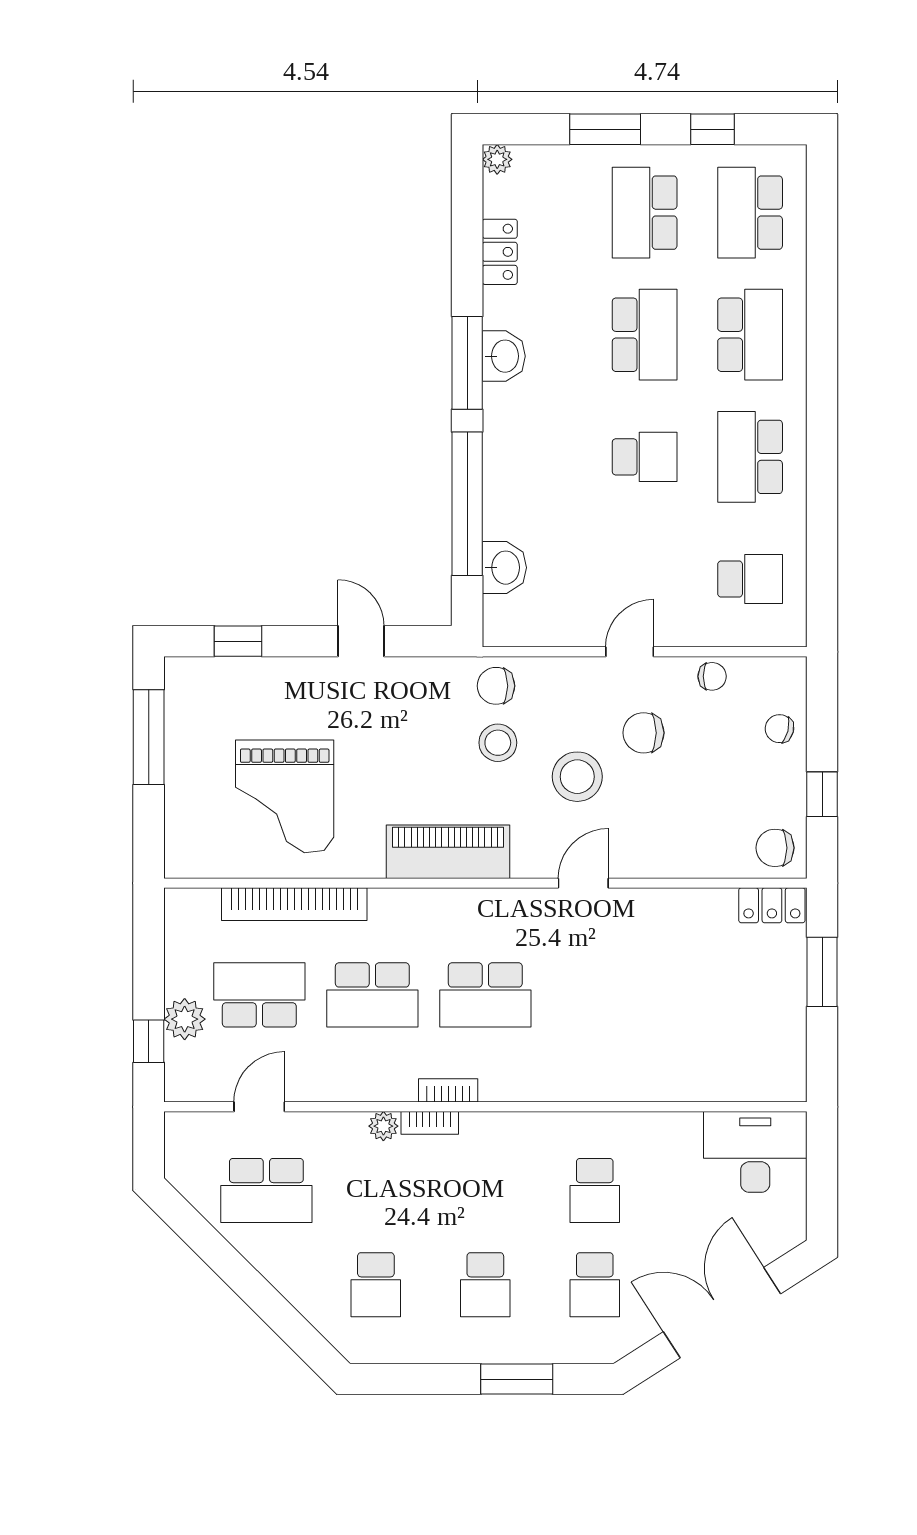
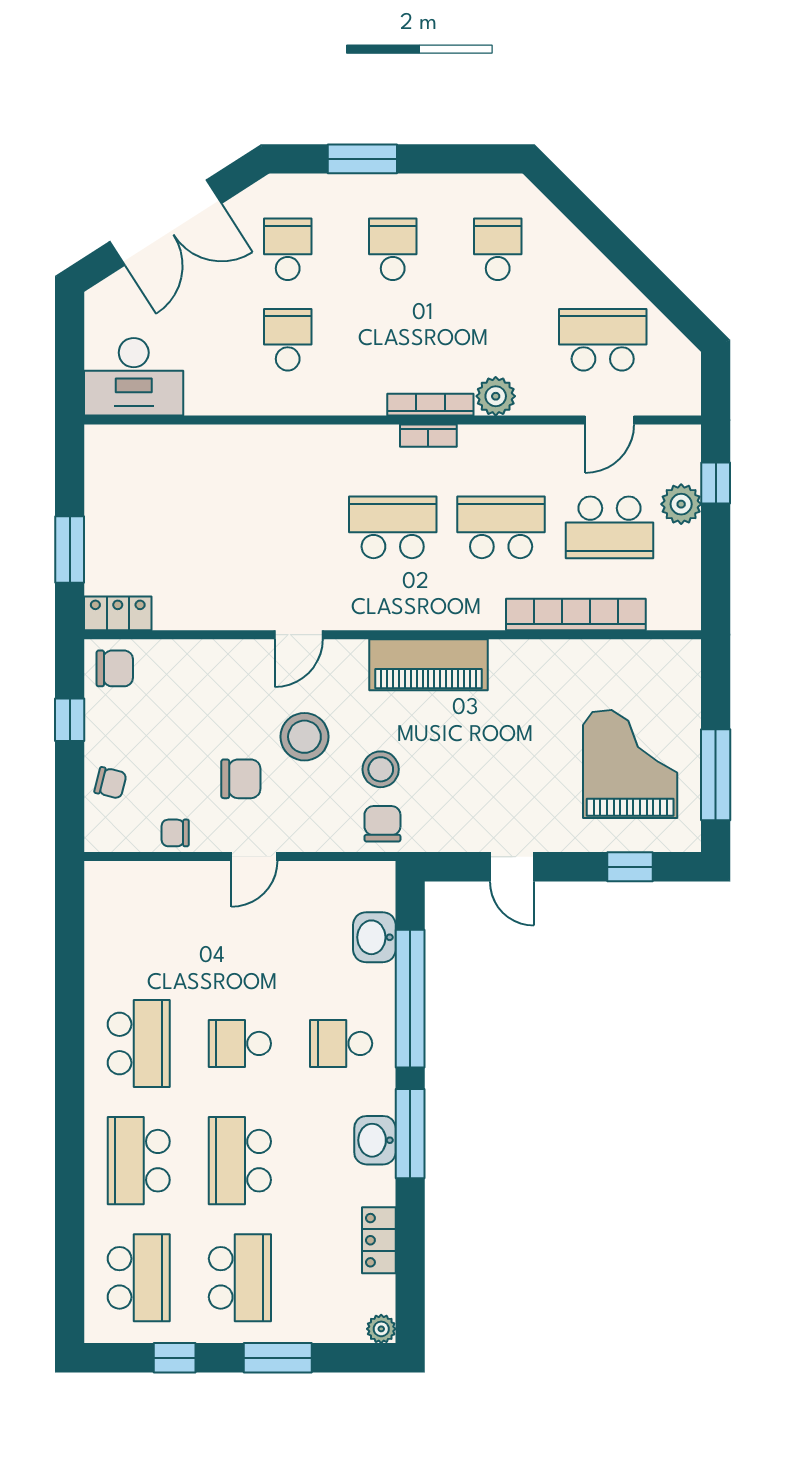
school desk: (750, 579) -> (341, 1043), moved
chair: (496, 686) -> (382, 824), turned -90
grand piano: (285, 796) -> (630, 764), moved
bookcase: (430, 1123) -> (430, 405), width x1.56
plant: (383, 1126) -> (496, 396), width x1.38, depth x1.38

